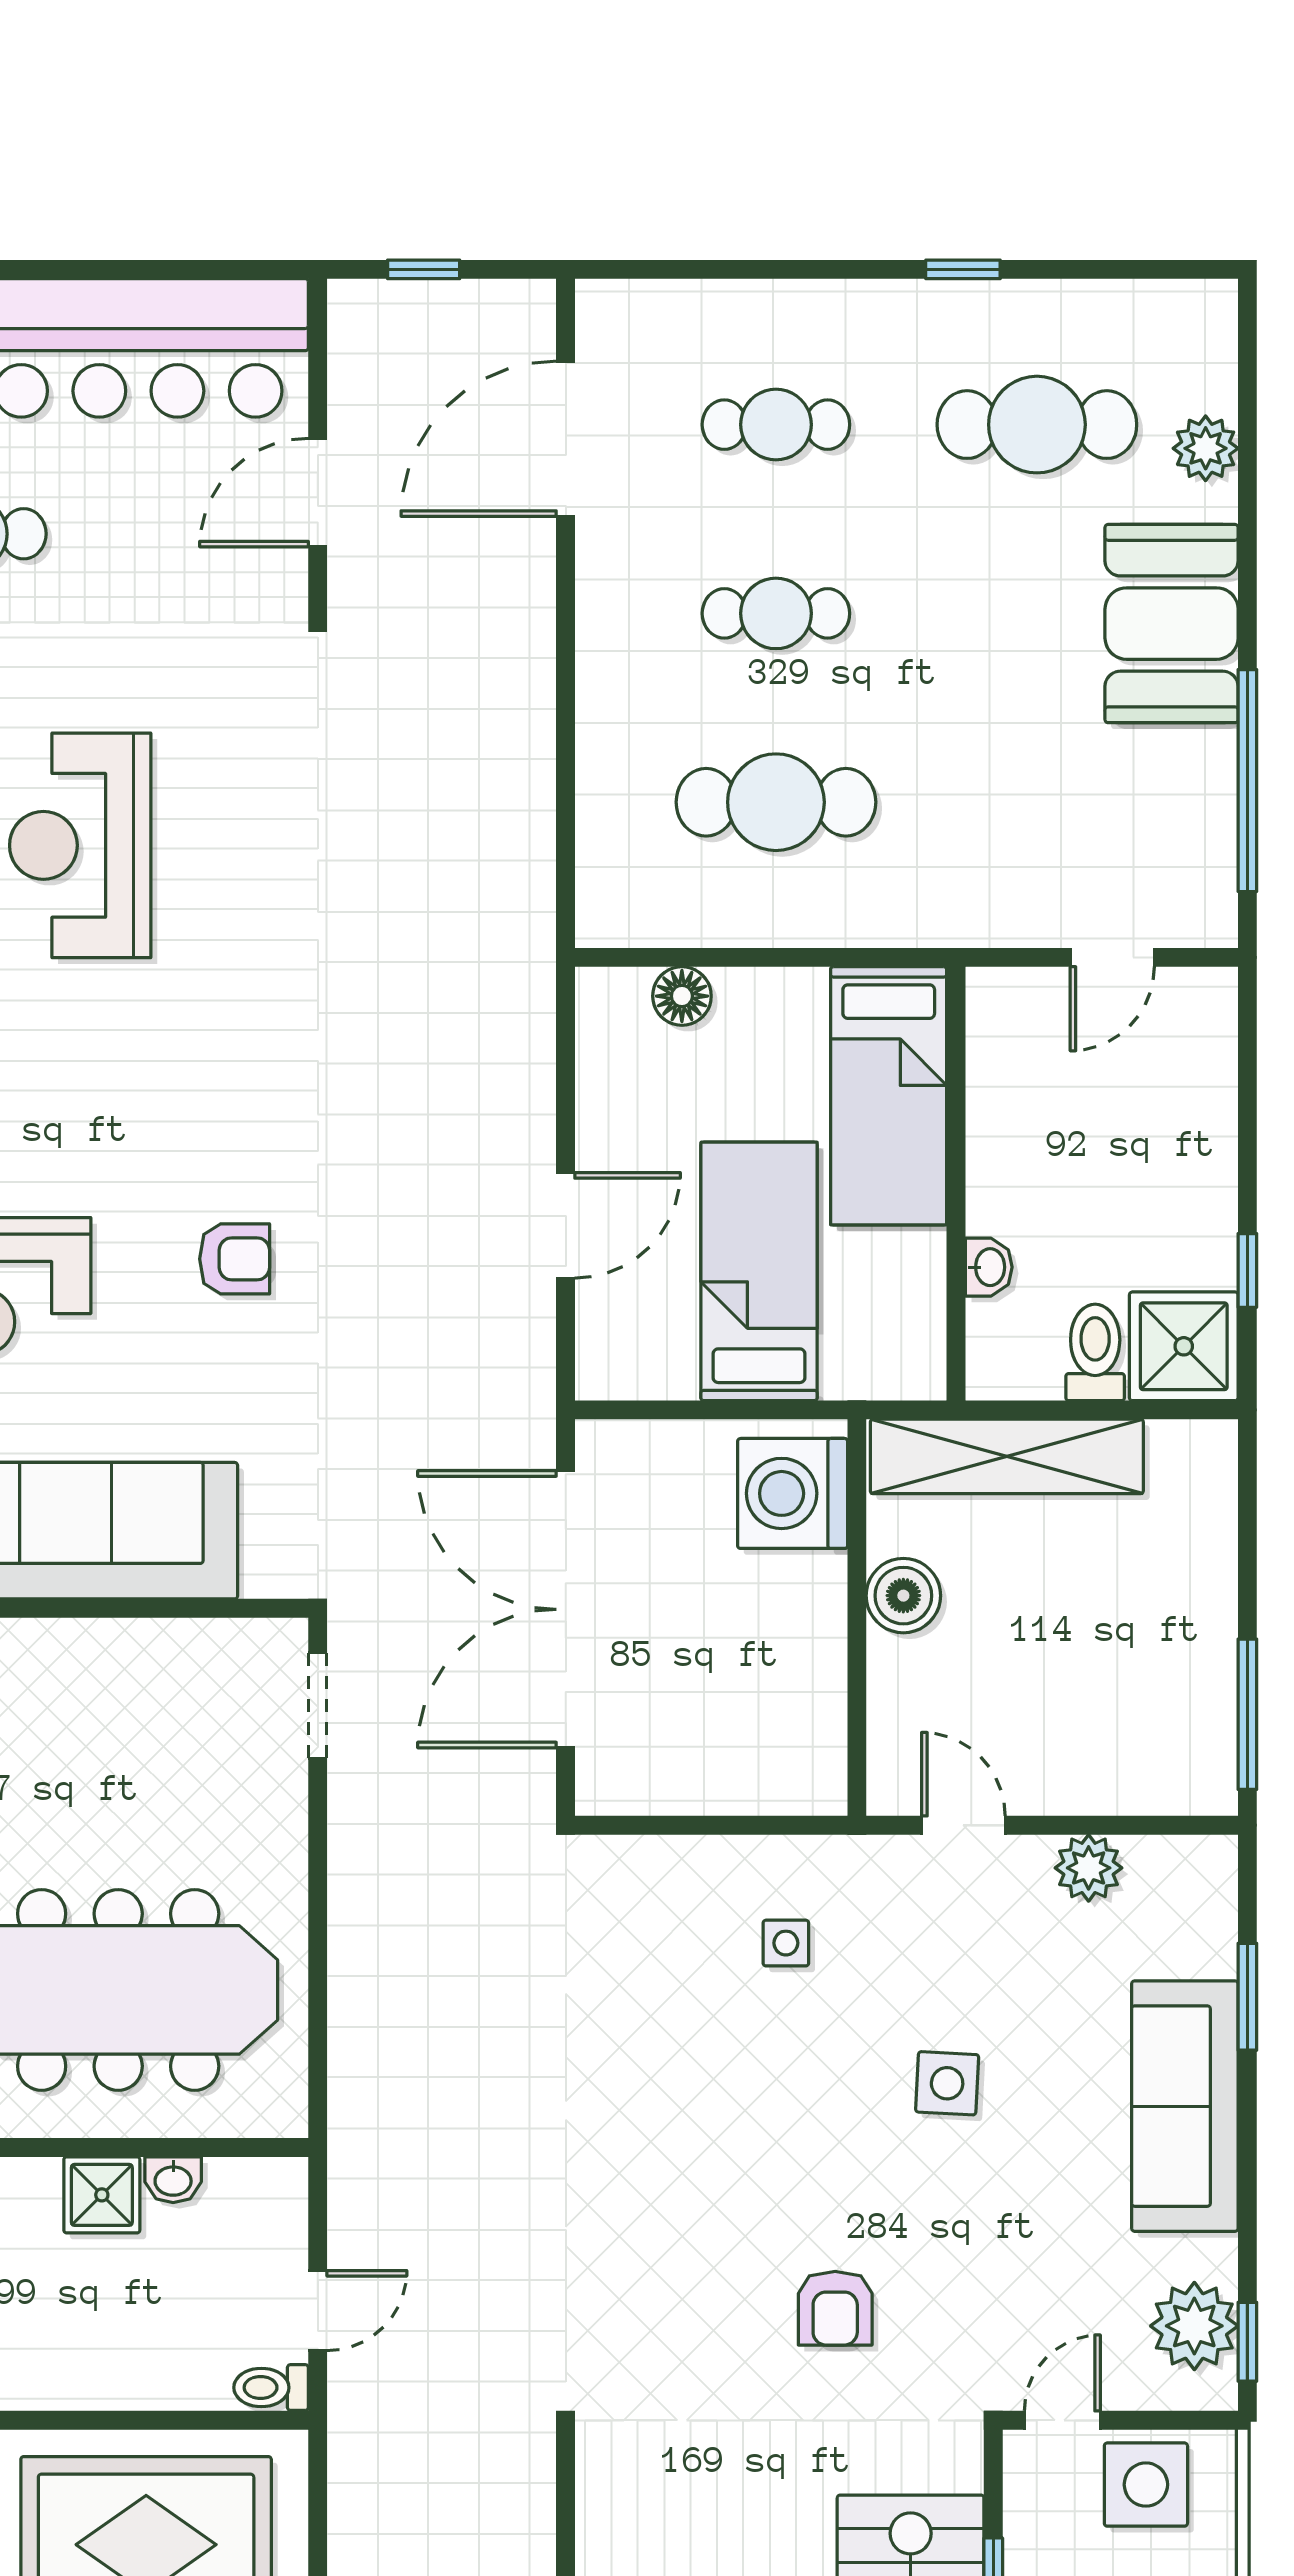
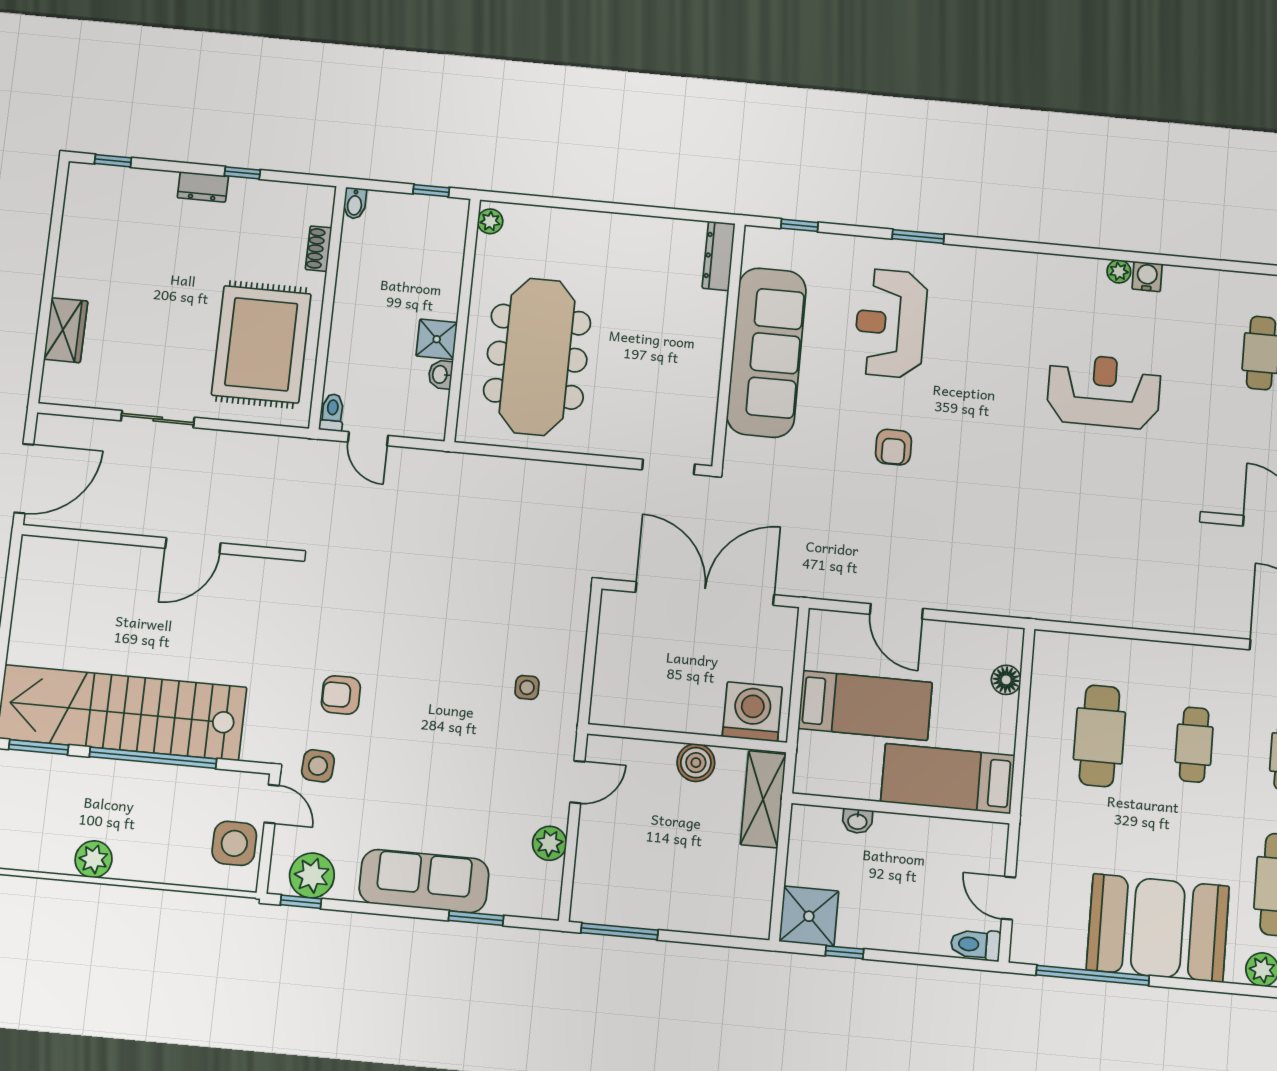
booth: (1172, 624) -> (1158, 928), width x1.36, depth x1.42
toilet: (1095, 1352) -> (976, 945), moved, turned 180
shelving: (1007, 1456) -> (763, 799), width x0.68
side table: (947, 2083) -> (318, 766), moved

